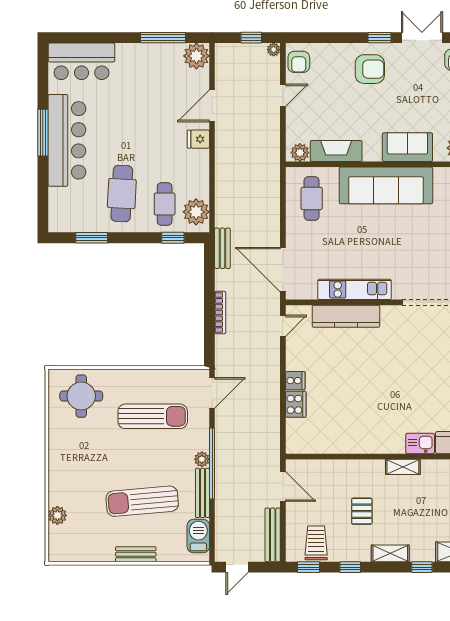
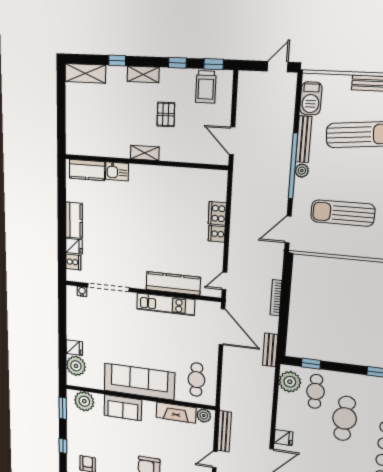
cafe table: (122, 194) -> (345, 418), moved
shelving: (403, 467) -> (145, 153), moved
bench: (273, 535) -> (224, 431), moved

